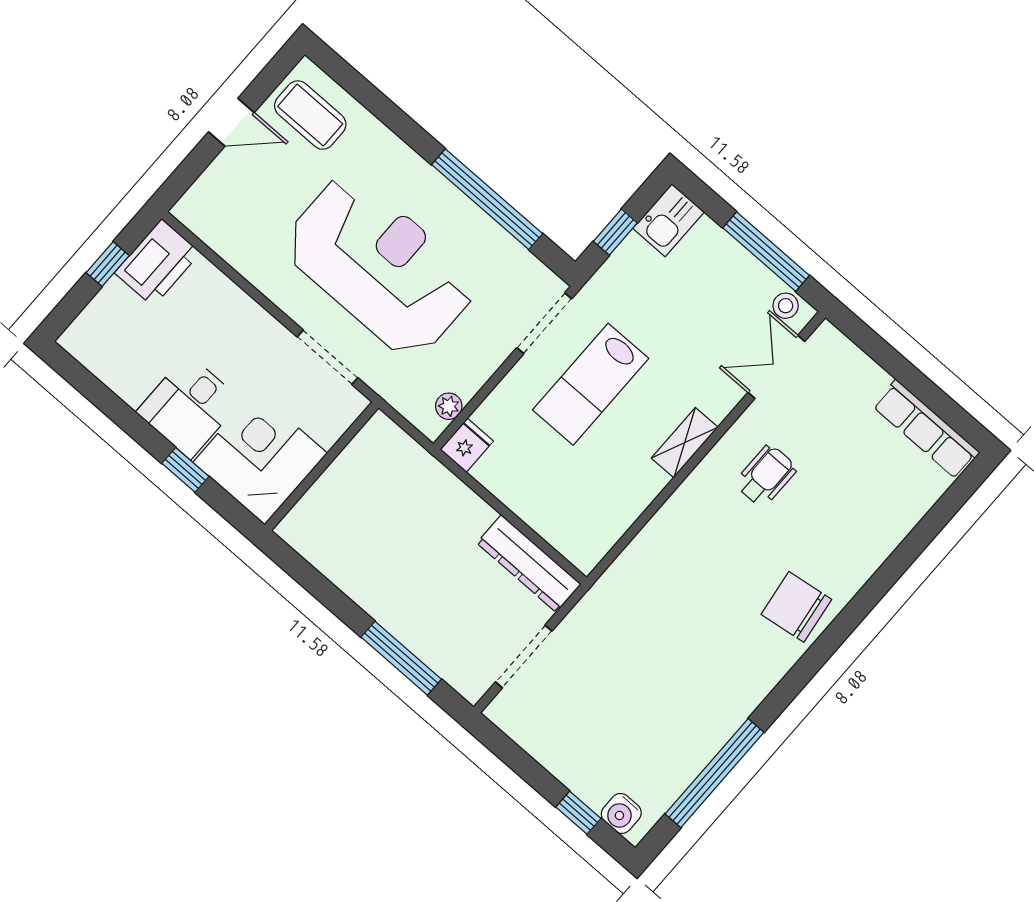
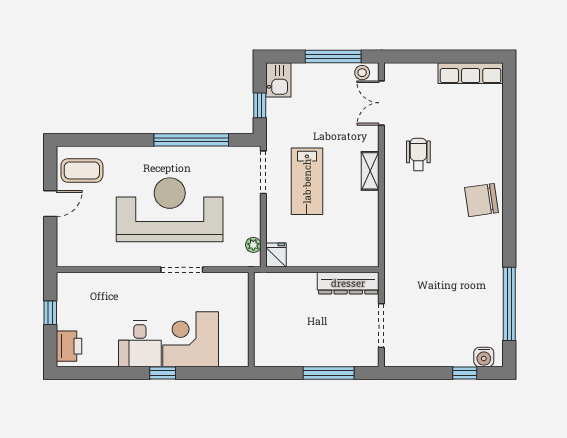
printer: (157, 263) -> (69, 346), moved, width x0.73, depth x0.84
wall: (322, 466) -> (251, 320), moved

